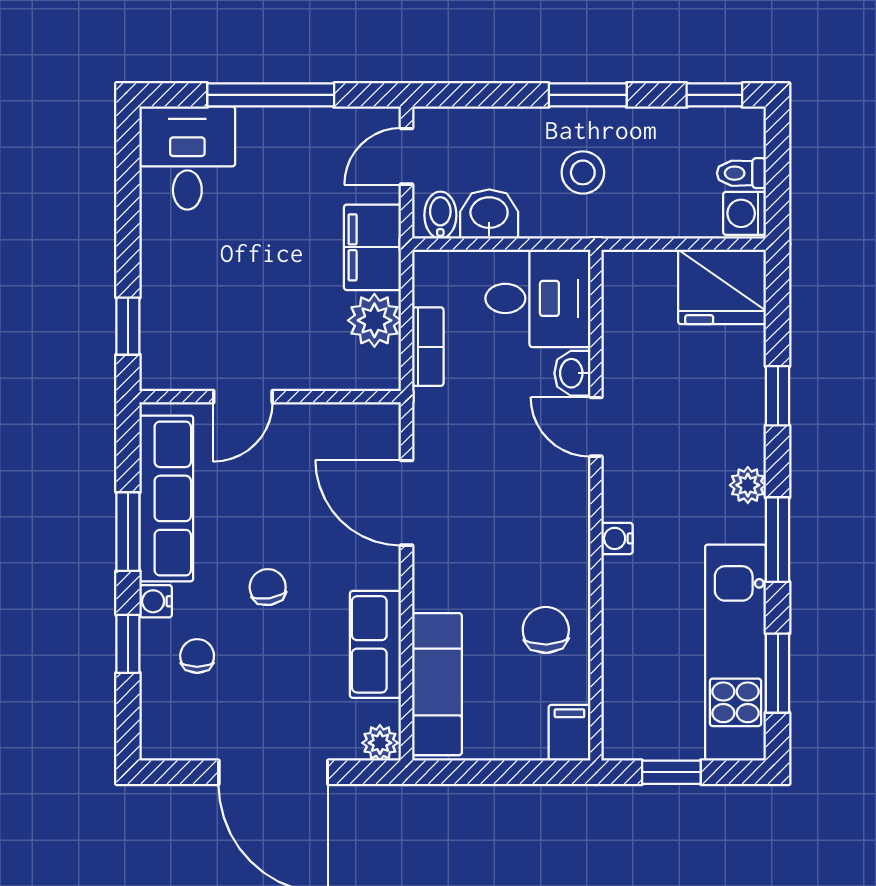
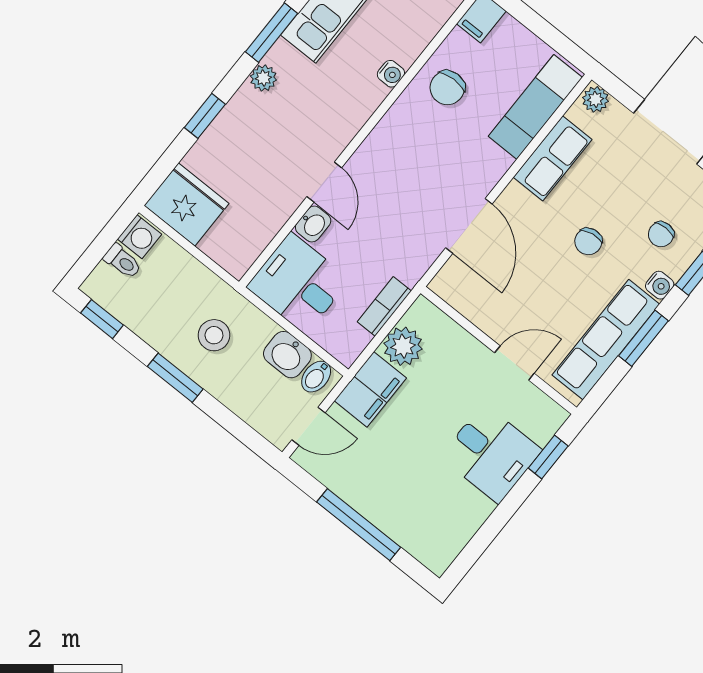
desk: (187, 158) -> (491, 454), moved, turned -90
water cooler: (617, 538) -> (391, 74), moved

